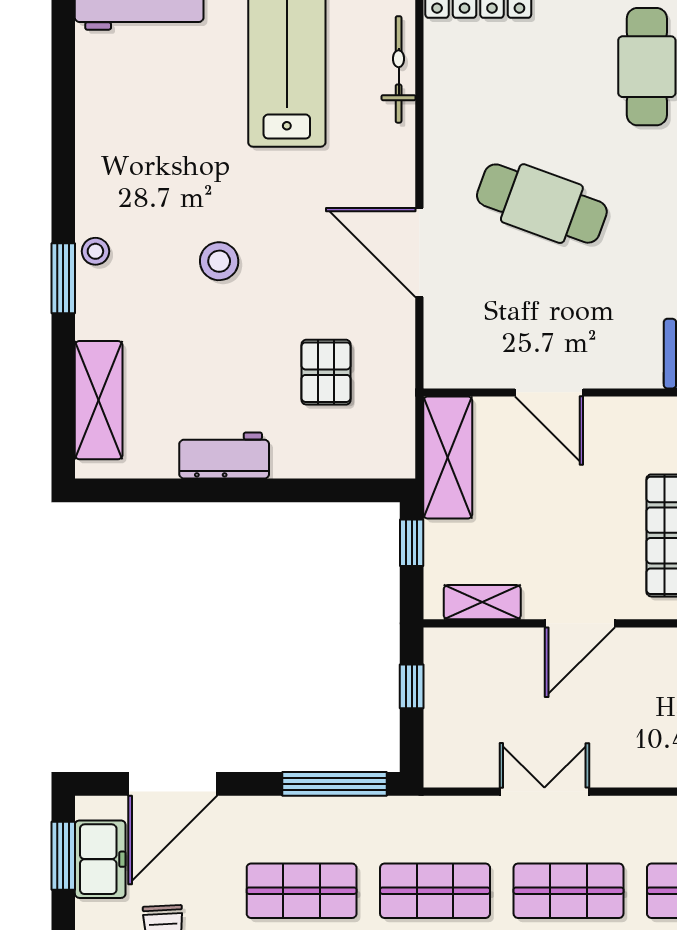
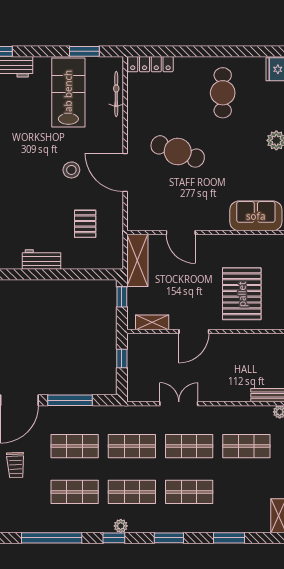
stool: (219, 261) -> (71, 170), moved
window: (335, 784) -> (70, 400), moved

